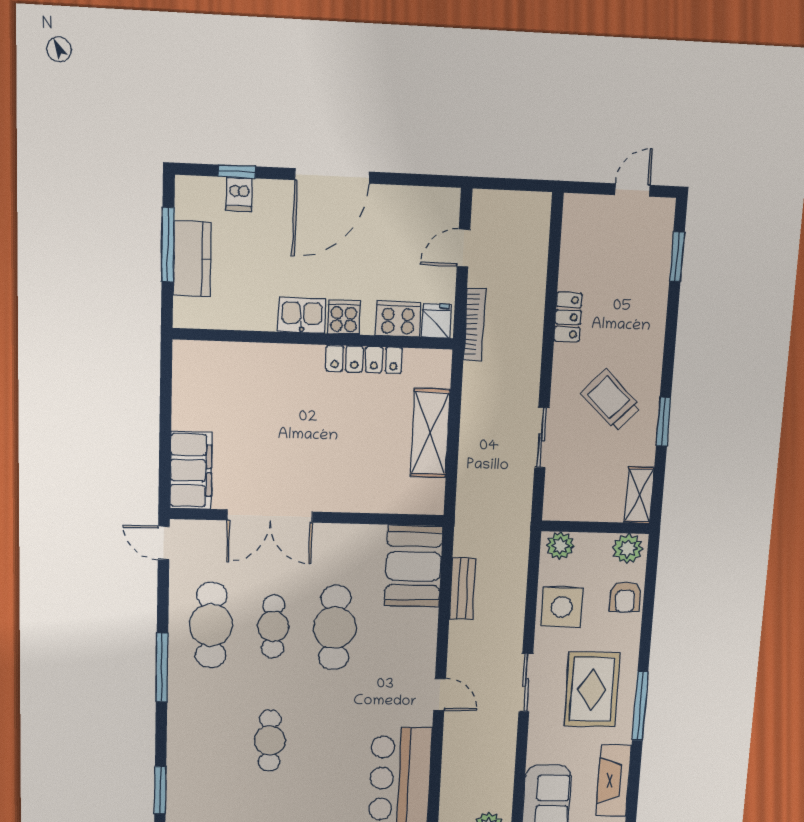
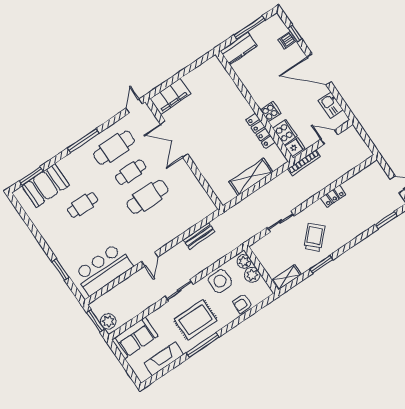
kitchen counter: (192, 259) -> (239, 48), moved
kitchen sink: (302, 316) -> (331, 105), moved, turned 180
plant: (628, 549) -> (252, 275), moved
booth: (414, 566) -> (46, 186), moved

